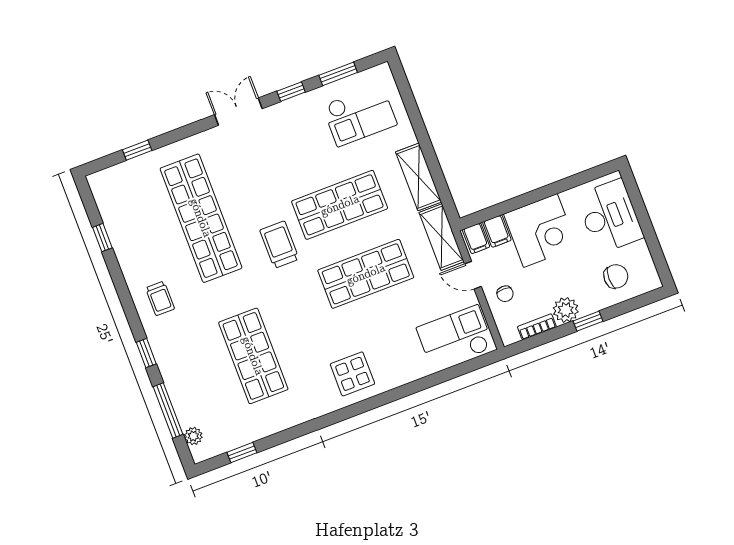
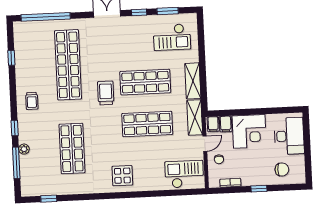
window: (137, 150) -> (46, 17), width x3.17
door: (473, 275) -> (205, 144), swing flipped
plant: (566, 310) -> (249, 179), removed
plant: (193, 436) -> (24, 149), moved

